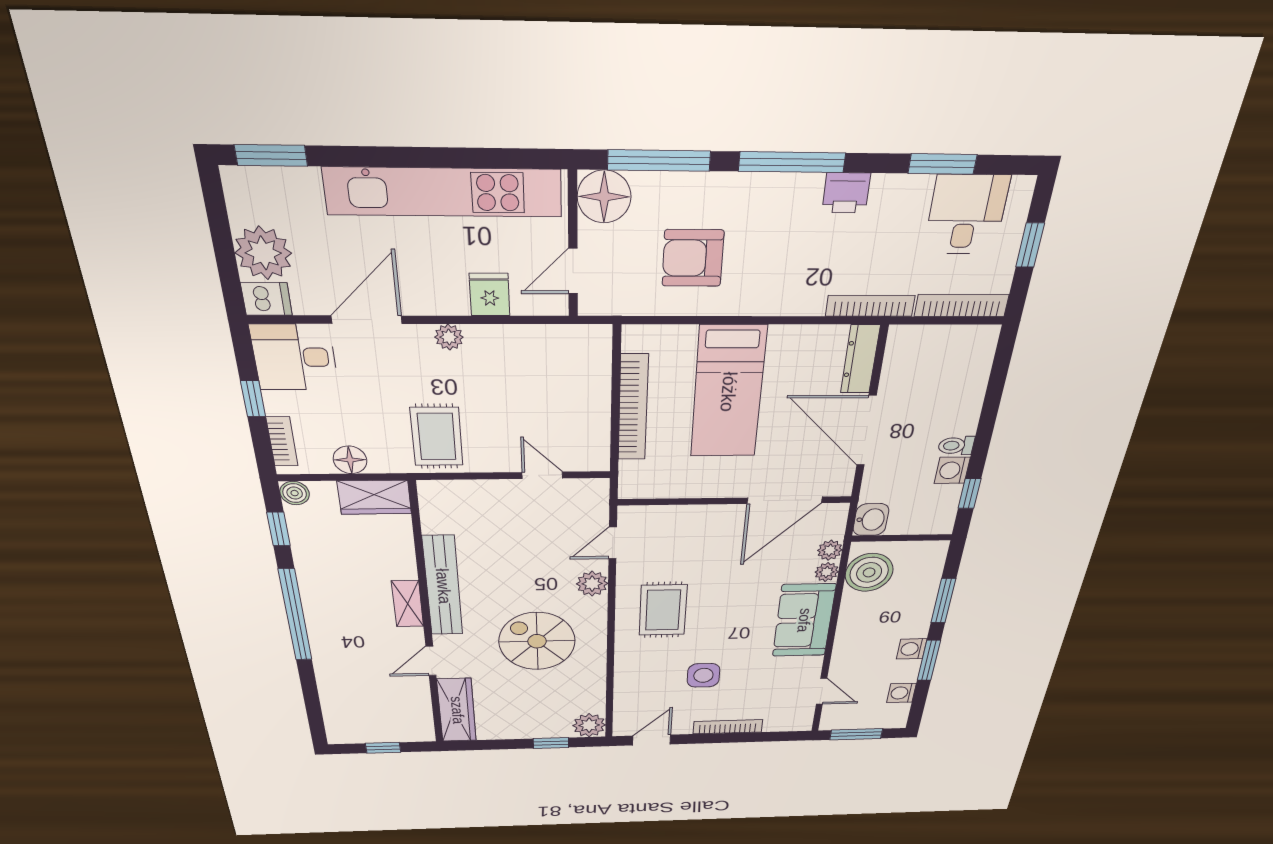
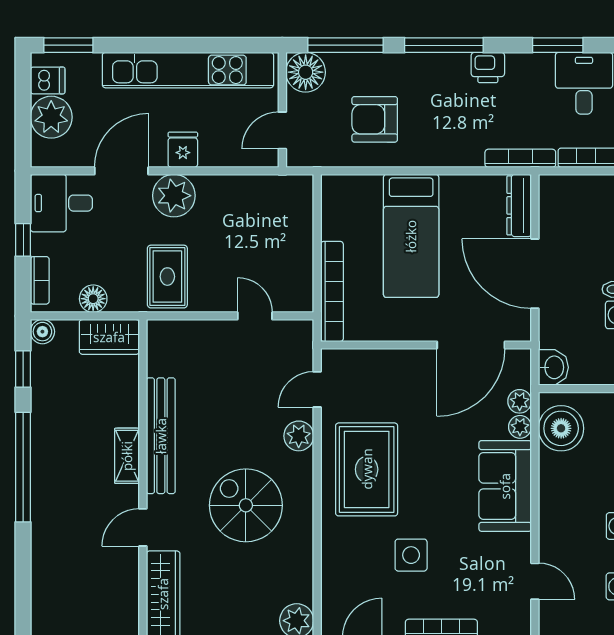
fridge: (490, 295) -> (183, 150), moved
dishwasher: (266, 299) -> (48, 80), moved
plant: (449, 337) -> (174, 196), width x1.88, depth x1.88
bookcase: (633, 408) -> (332, 291), moved
rug: (663, 610) -> (367, 469), width x1.36, depth x1.43

